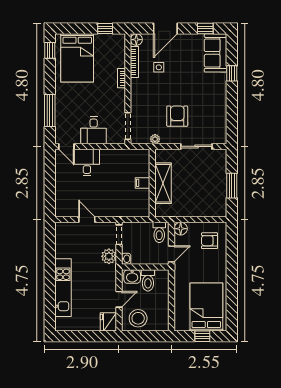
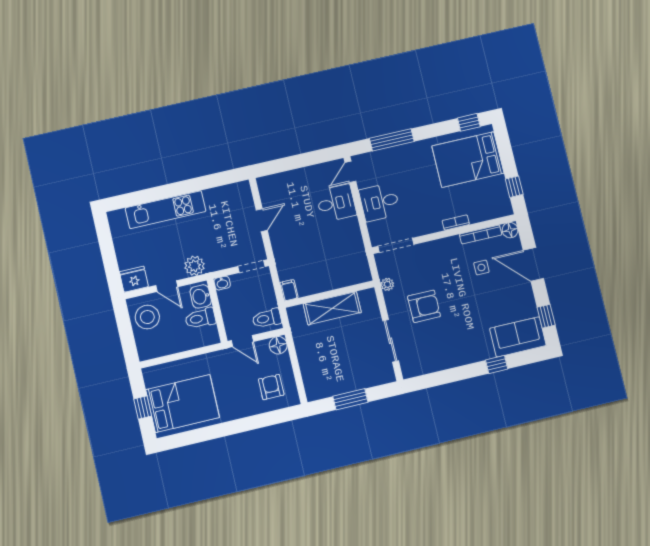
filing cabinet: (143, 183) -> (289, 290), moved
plant: (109, 256) -> (195, 266), moved

